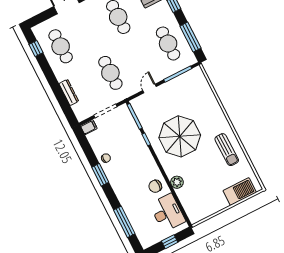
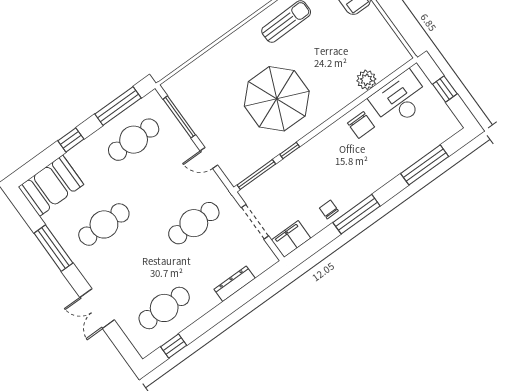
filing cabinet: (89, 127) -> (291, 239), width x2.00
window: (100, 175) -> (356, 214), width x1.44
plant: (177, 182) -> (366, 80), moved

